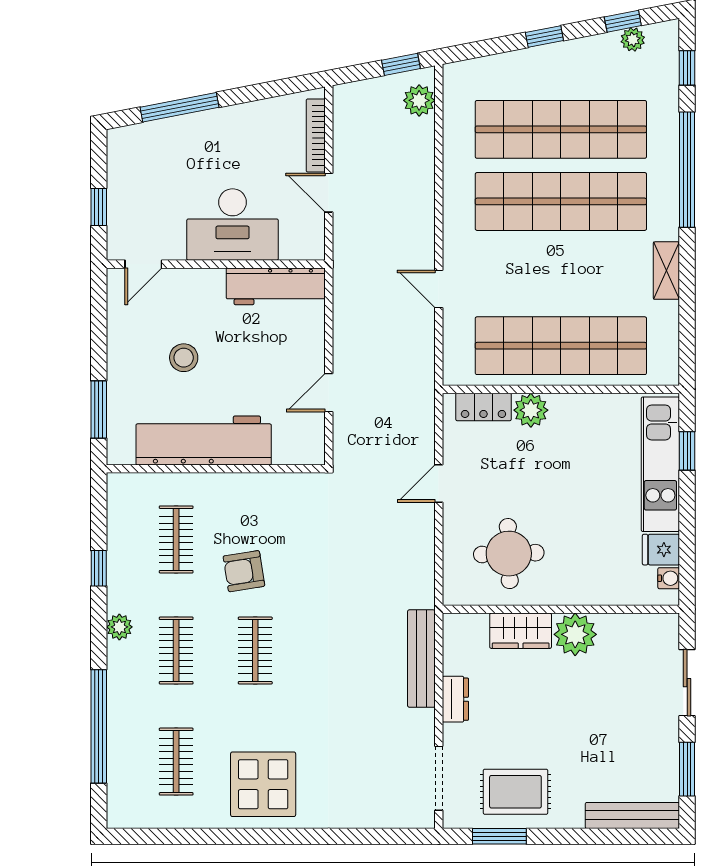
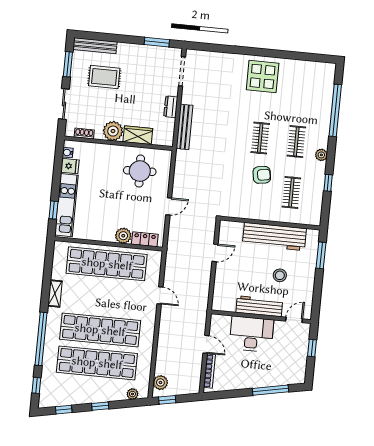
plant: (633, 39) -> (132, 394), moved
workbench: (276, 286) -> (259, 306), moved
shoe rack: (637, 623) -> (84, 133), added
clothes rail: (176, 762) -> (301, 91), removed
rug: (515, 792) -> (104, 77), moved

